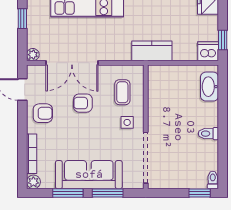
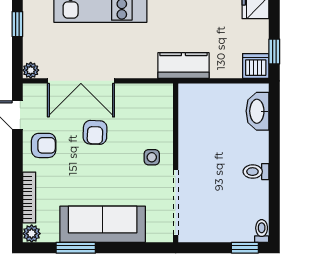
coffee table: (122, 92) -> (146, 118), removed
armchair: (83, 103) -> (95, 132), turned -88
window: (108, 193) -> (127, 248), removed

